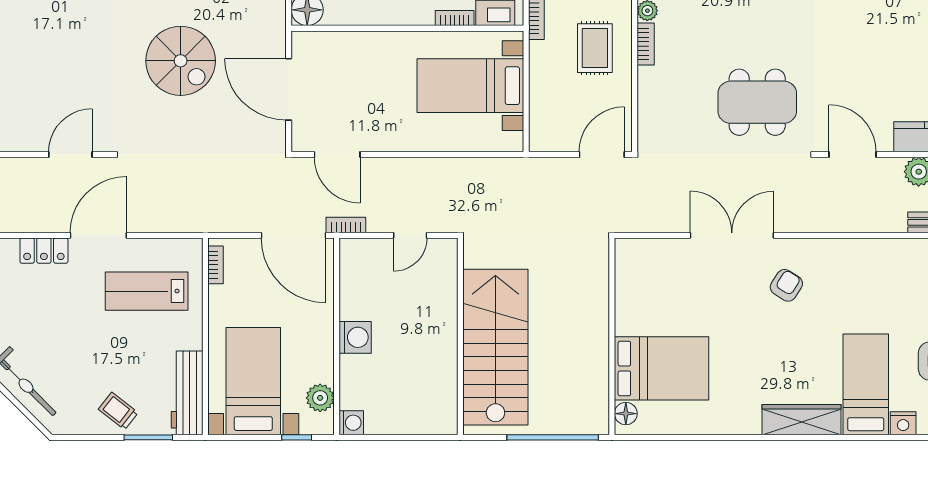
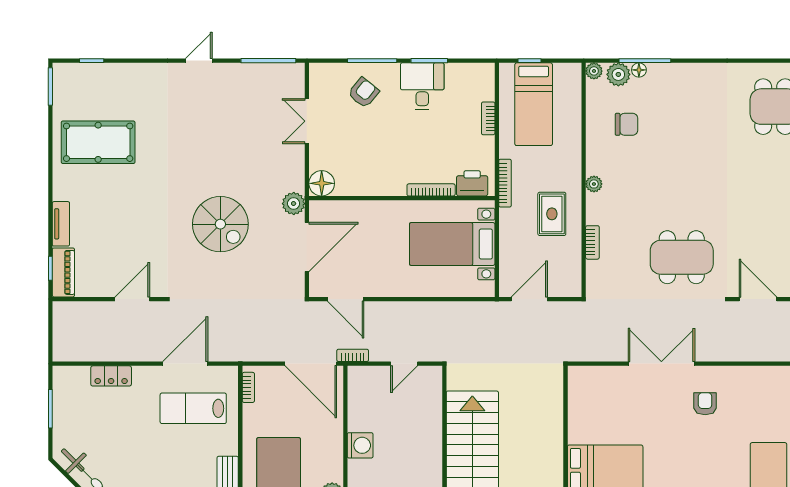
bookcase: (455, 18) -> (431, 190), width x1.56
plant: (272, 35) -> (294, 204), added
bookcase: (646, 44) -> (592, 242), moved
door: (289, 89) -> (307, 247), swing flipped
door: (602, 154) -> (529, 299), moved
door: (98, 235) -> (185, 364), moved
armchair: (786, 285) -> (705, 404), turned -32

